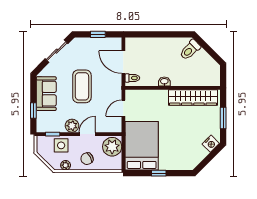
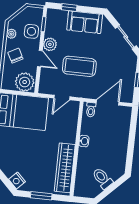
toilet: (190, 50) -> (102, 178), moved
coffee table: (82, 86) -> (79, 66), moved
door: (123, 108) -> (62, 97), swing flipped

